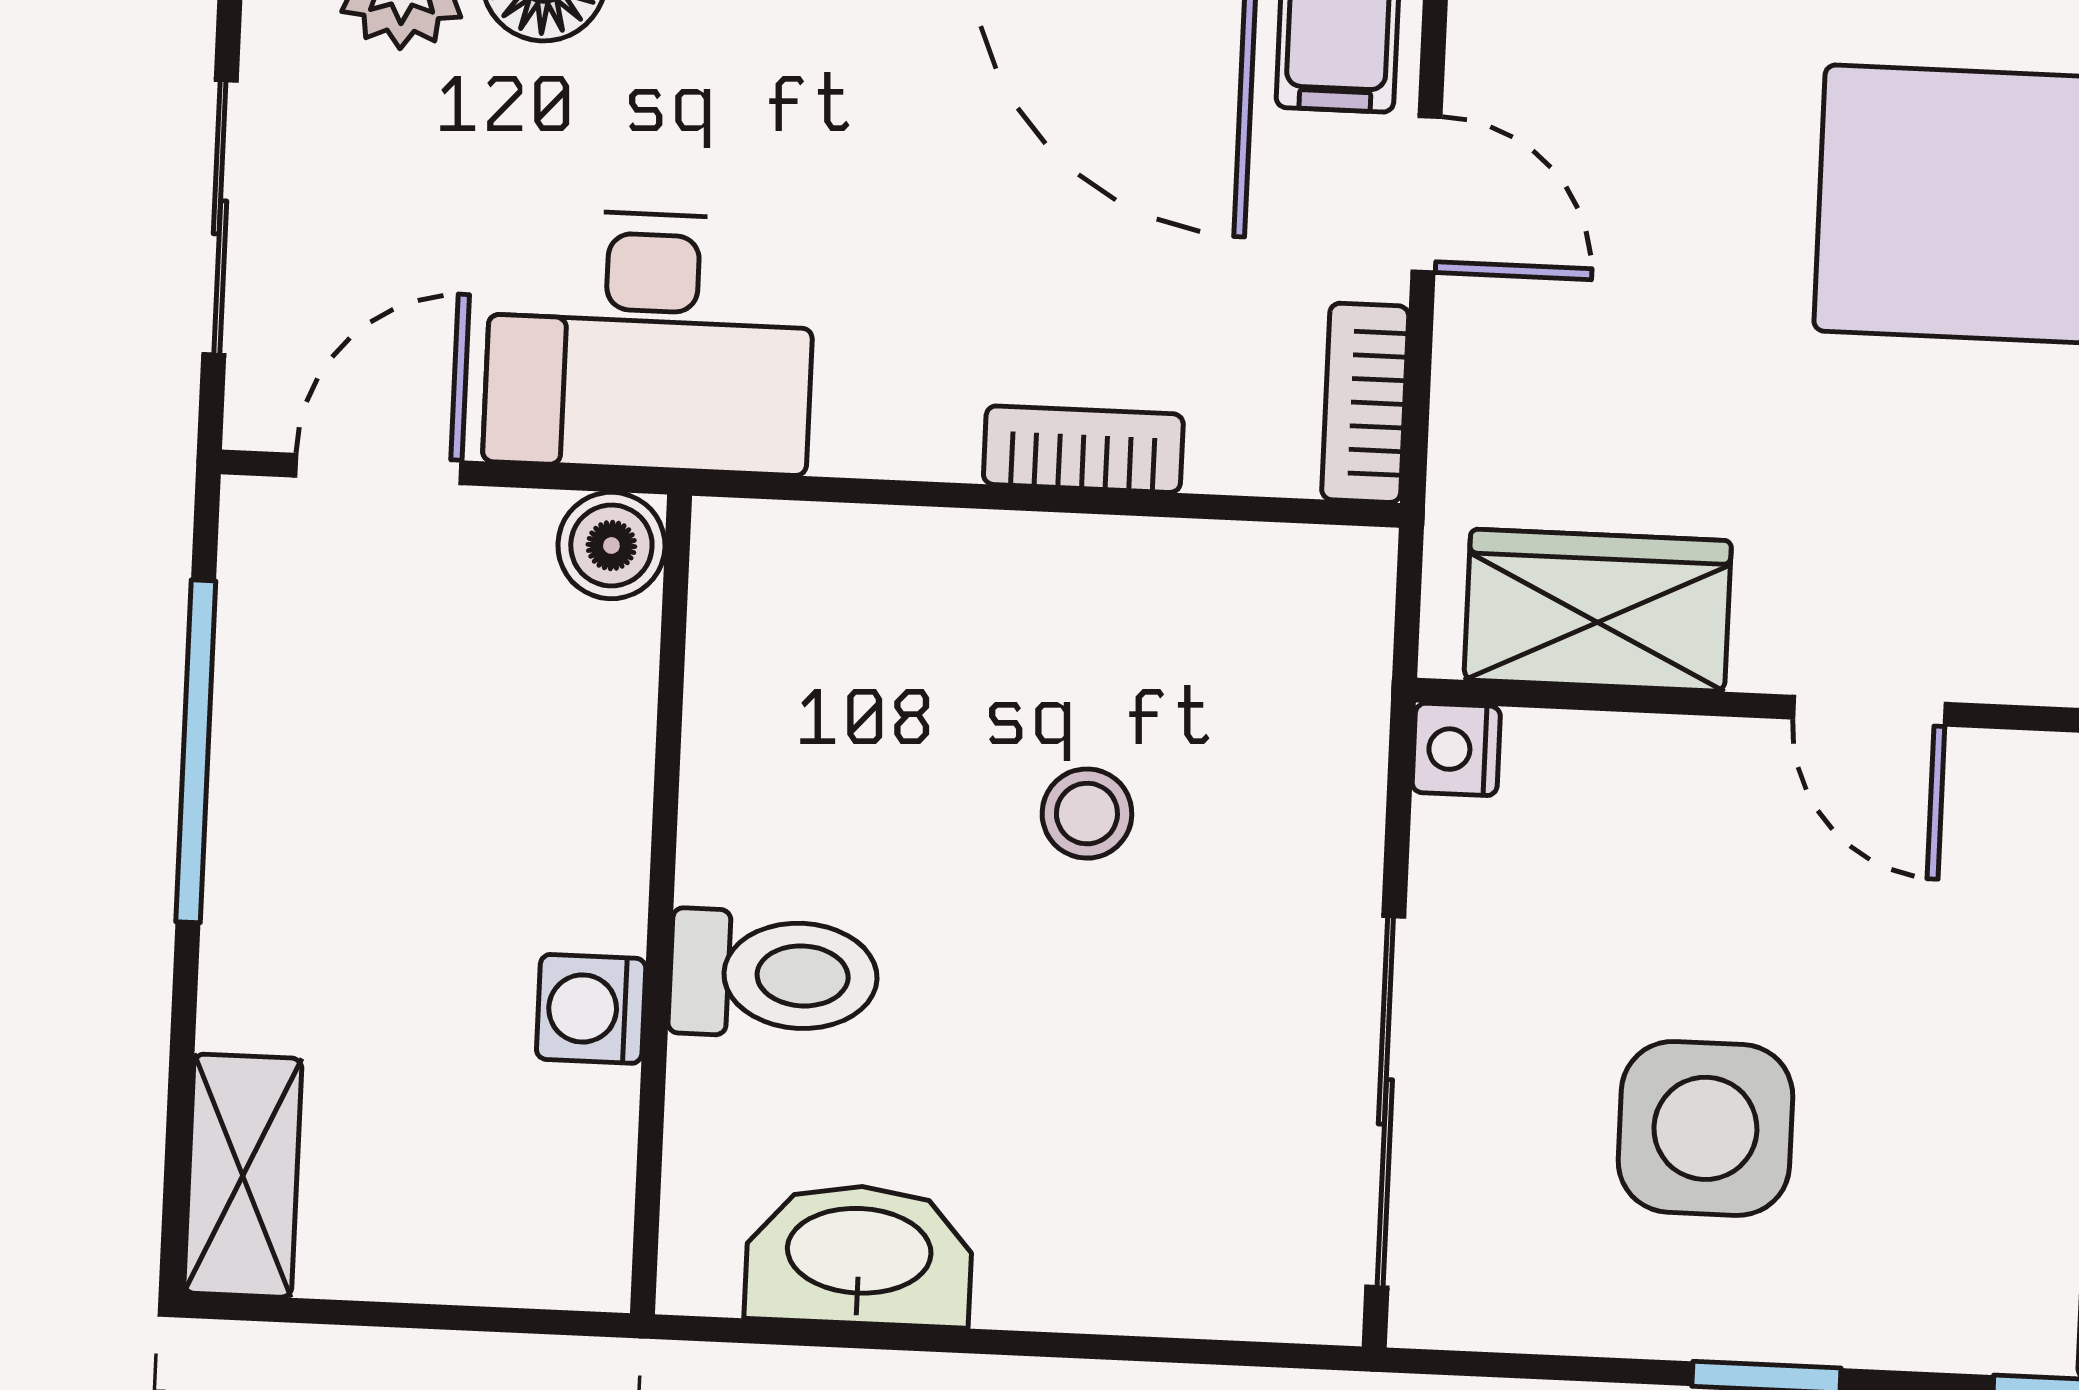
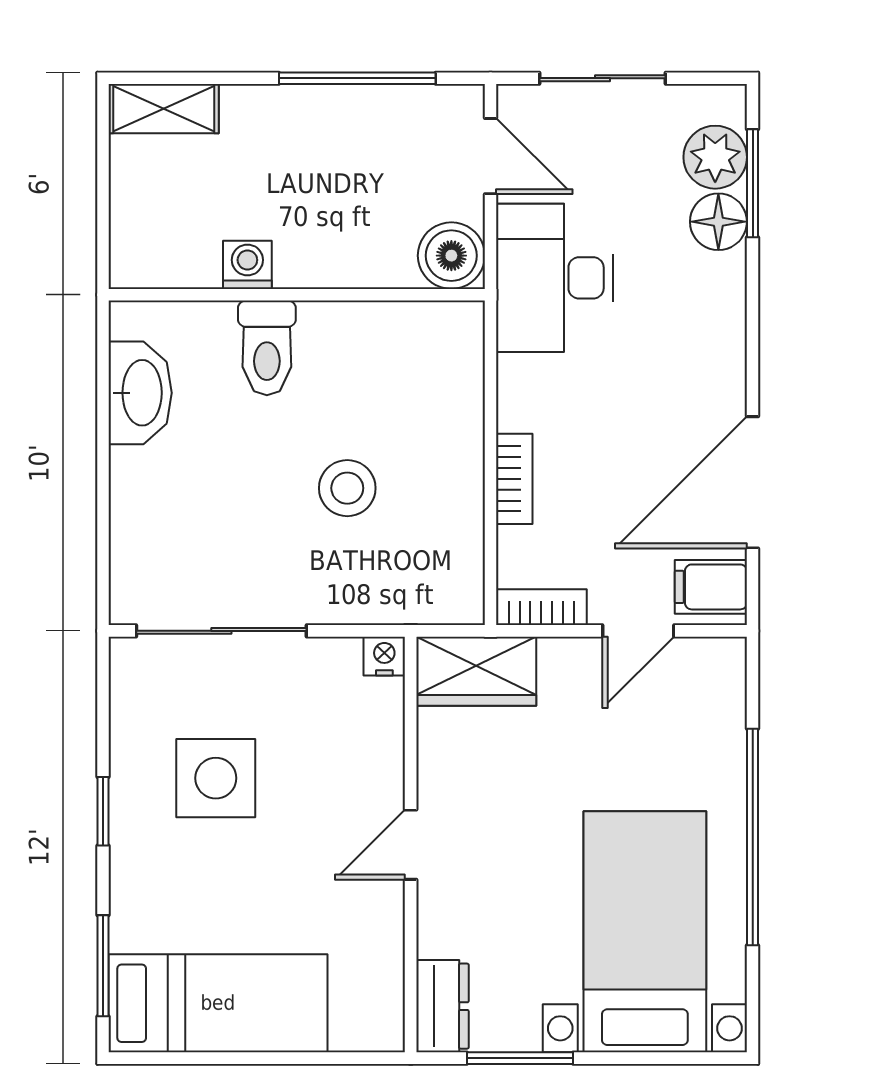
boiler: (611, 545) -> (451, 256), width x1.36, depth x1.36
wardrobe: (1598, 610) -> (476, 671), moved, turned 90
stool: (1087, 814) -> (347, 488), width x1.37, depth x1.37

